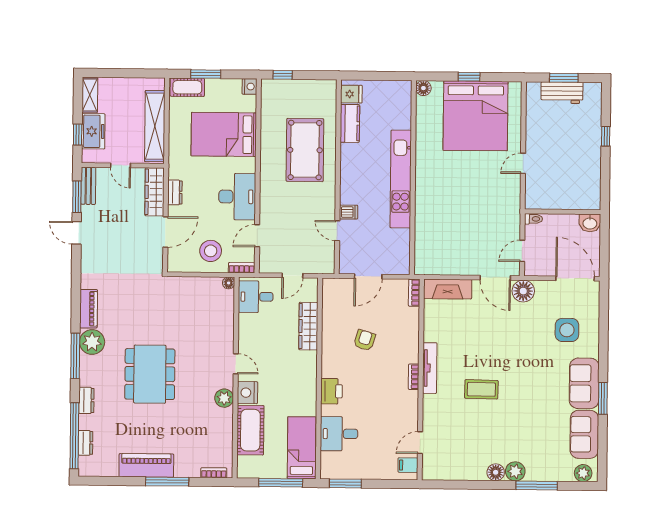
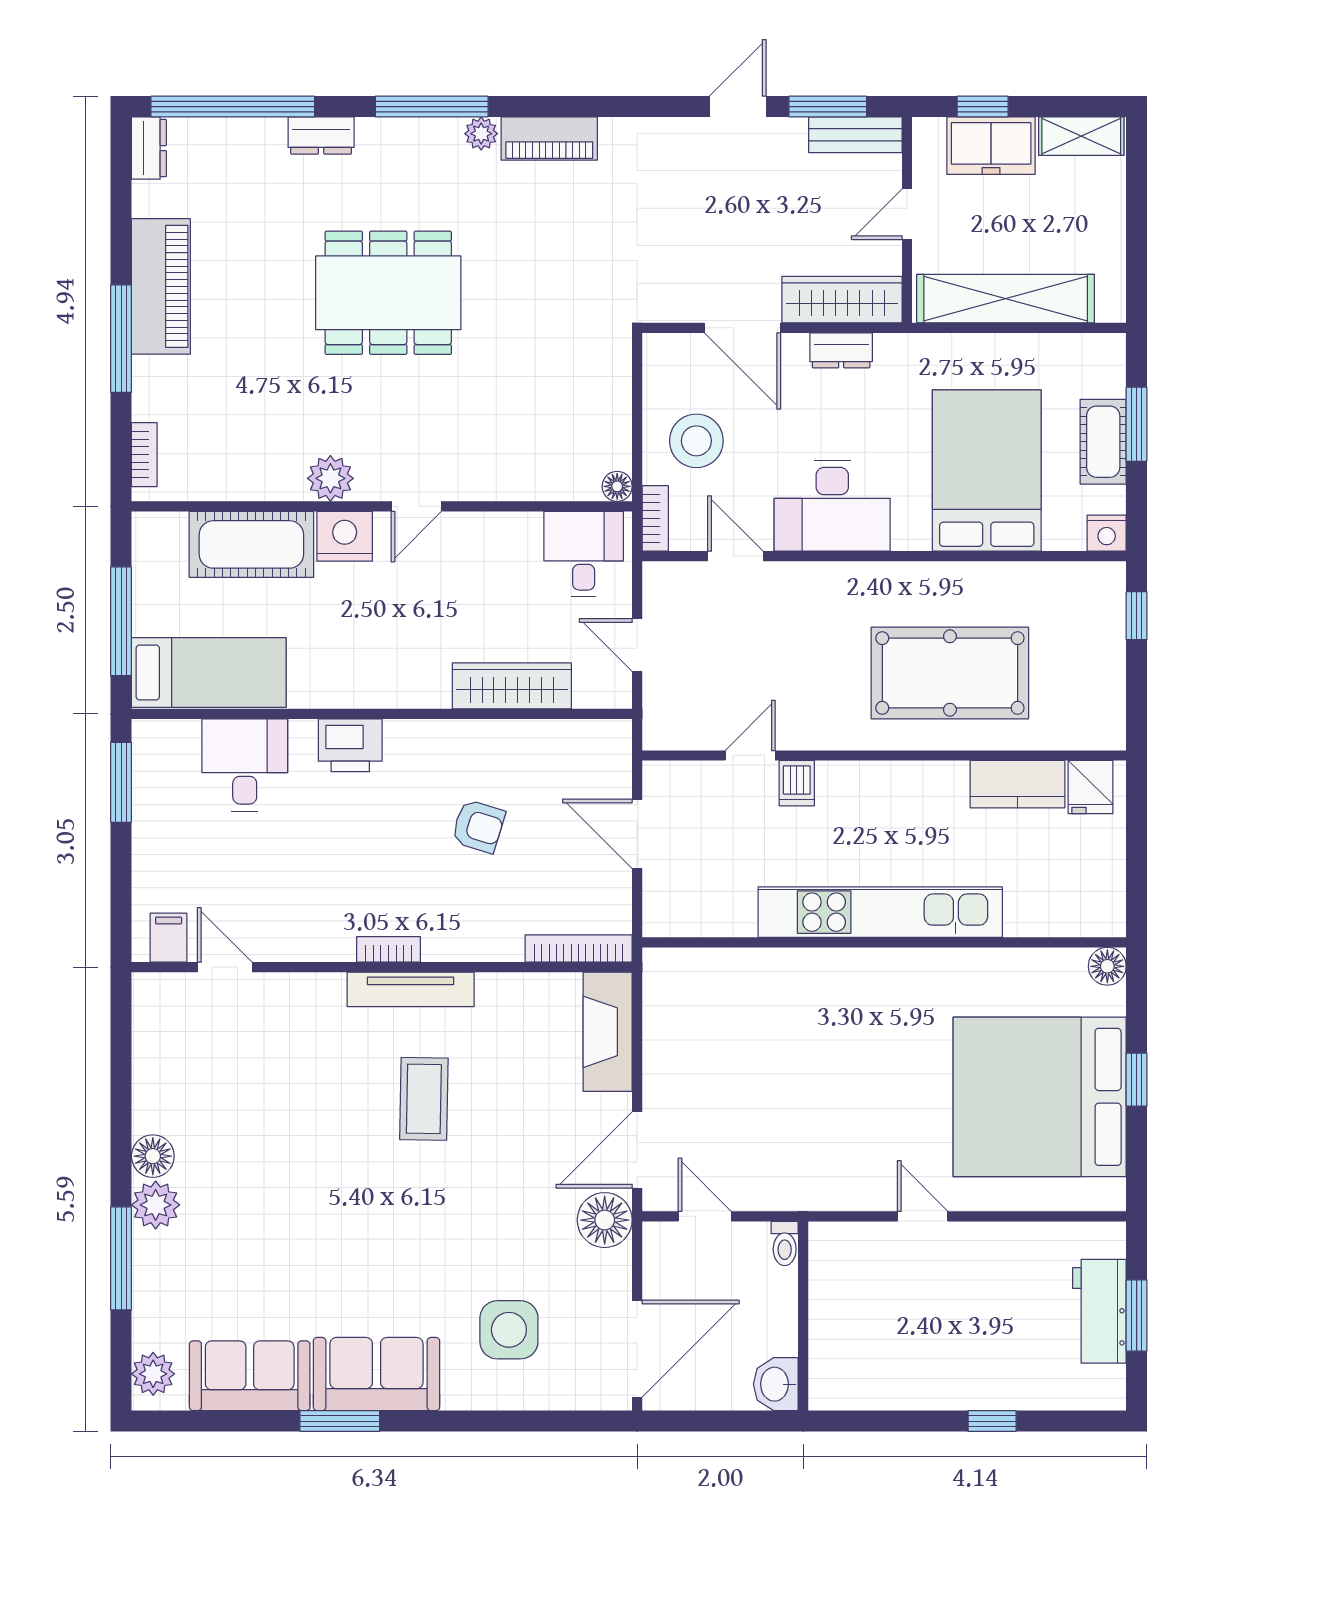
cot: (187, 87) -> (1103, 442), moved
bookcase: (414, 293) -> (579, 949), width x1.56
plant: (92, 342) -> (481, 134), width x0.53, depth x0.53
coffee table: (481, 389) -> (424, 1099), moved
dresser: (86, 443) -> (149, 148), moved, turned -90

